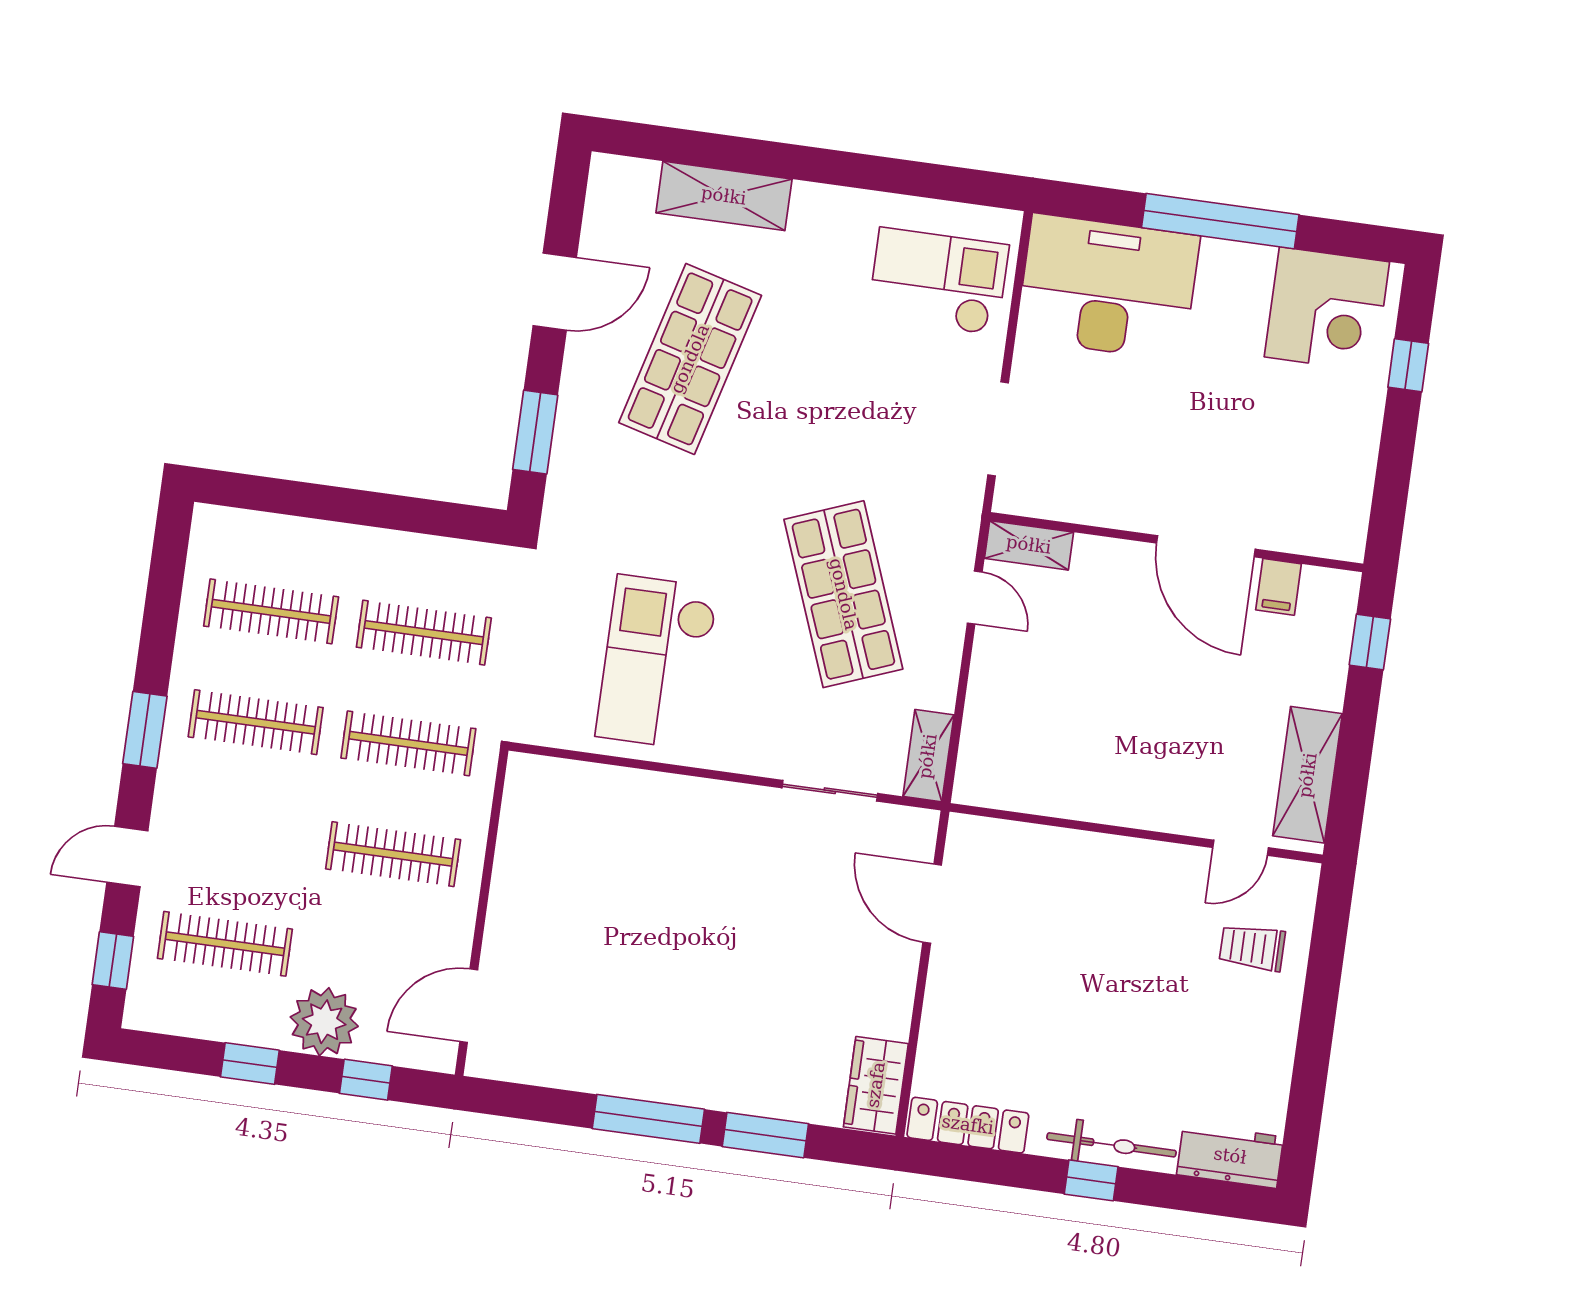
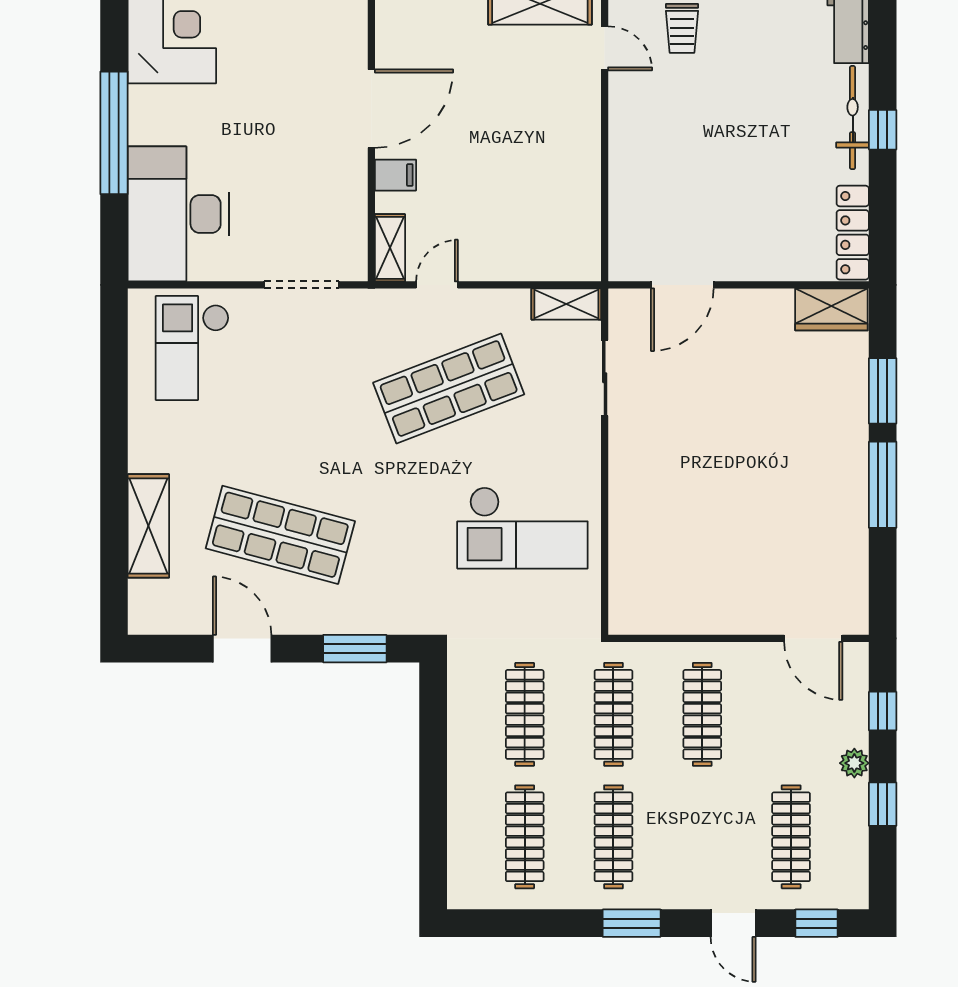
filing cabinet: (1279, 587) -> (395, 175), moved
plant: (324, 1022) -> (854, 763), width x0.53, depth x0.53

